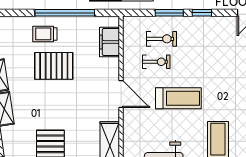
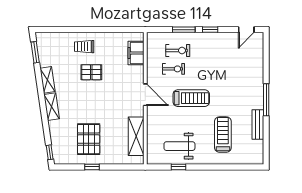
window: (65, 13) -> (100, 30), removed
pallet: (54, 66) -> (91, 72), width x0.67, depth x0.71

